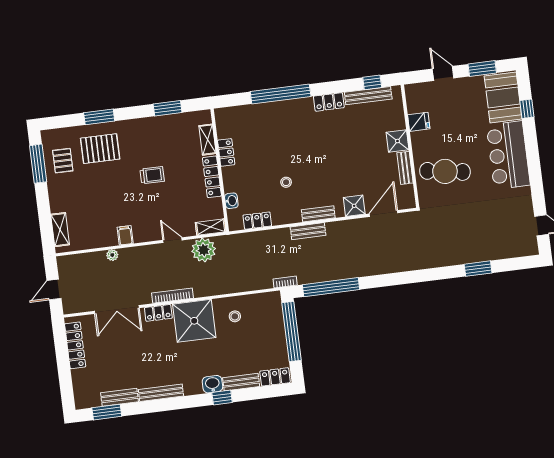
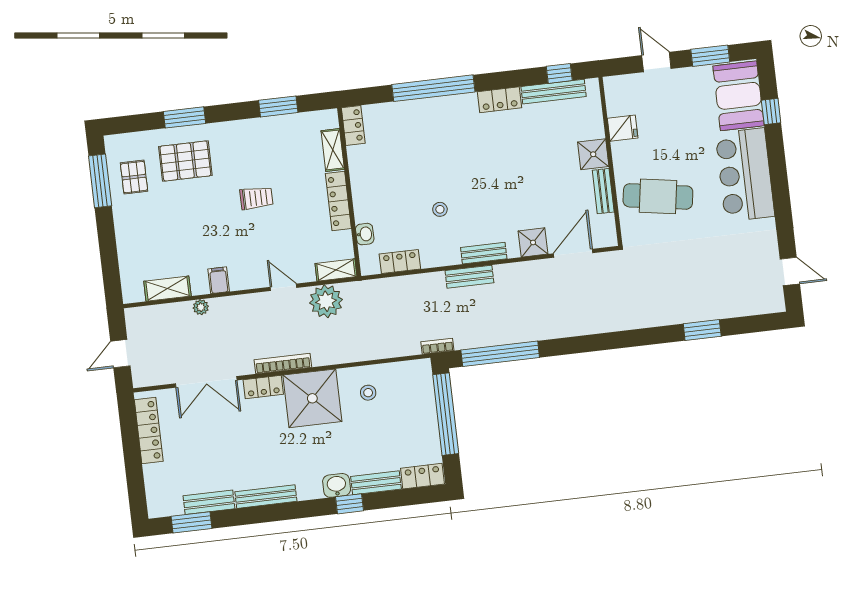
locker: (226, 152) -> (353, 125), moved
shelving: (60, 230) -> (167, 289), moved, turned 90

